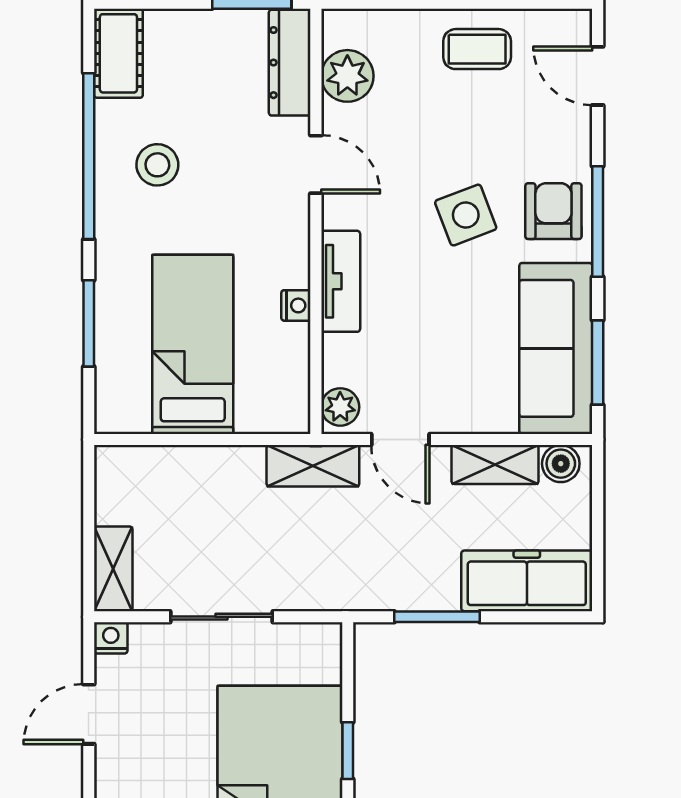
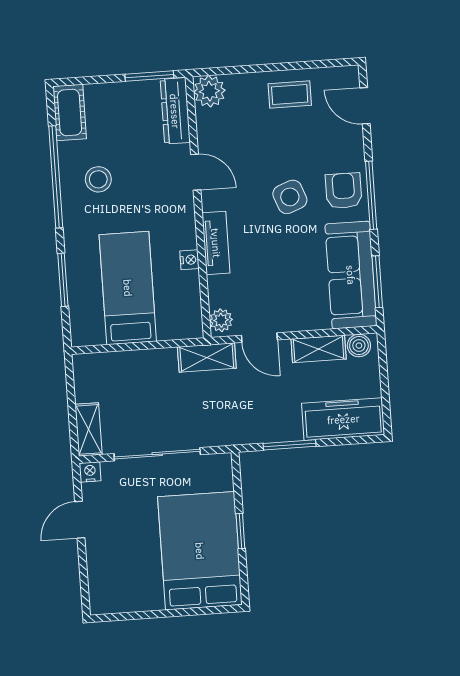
plant: (347, 76) -> (209, 91), moved
sliding door: (222, 617) -> (157, 454), width x1.37

